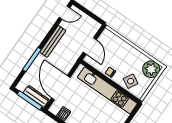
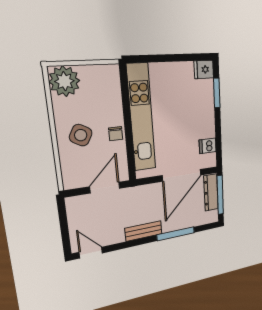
bench: (53, 41) -> (144, 231), width x0.73
side table: (131, 81) -> (81, 135), moved

